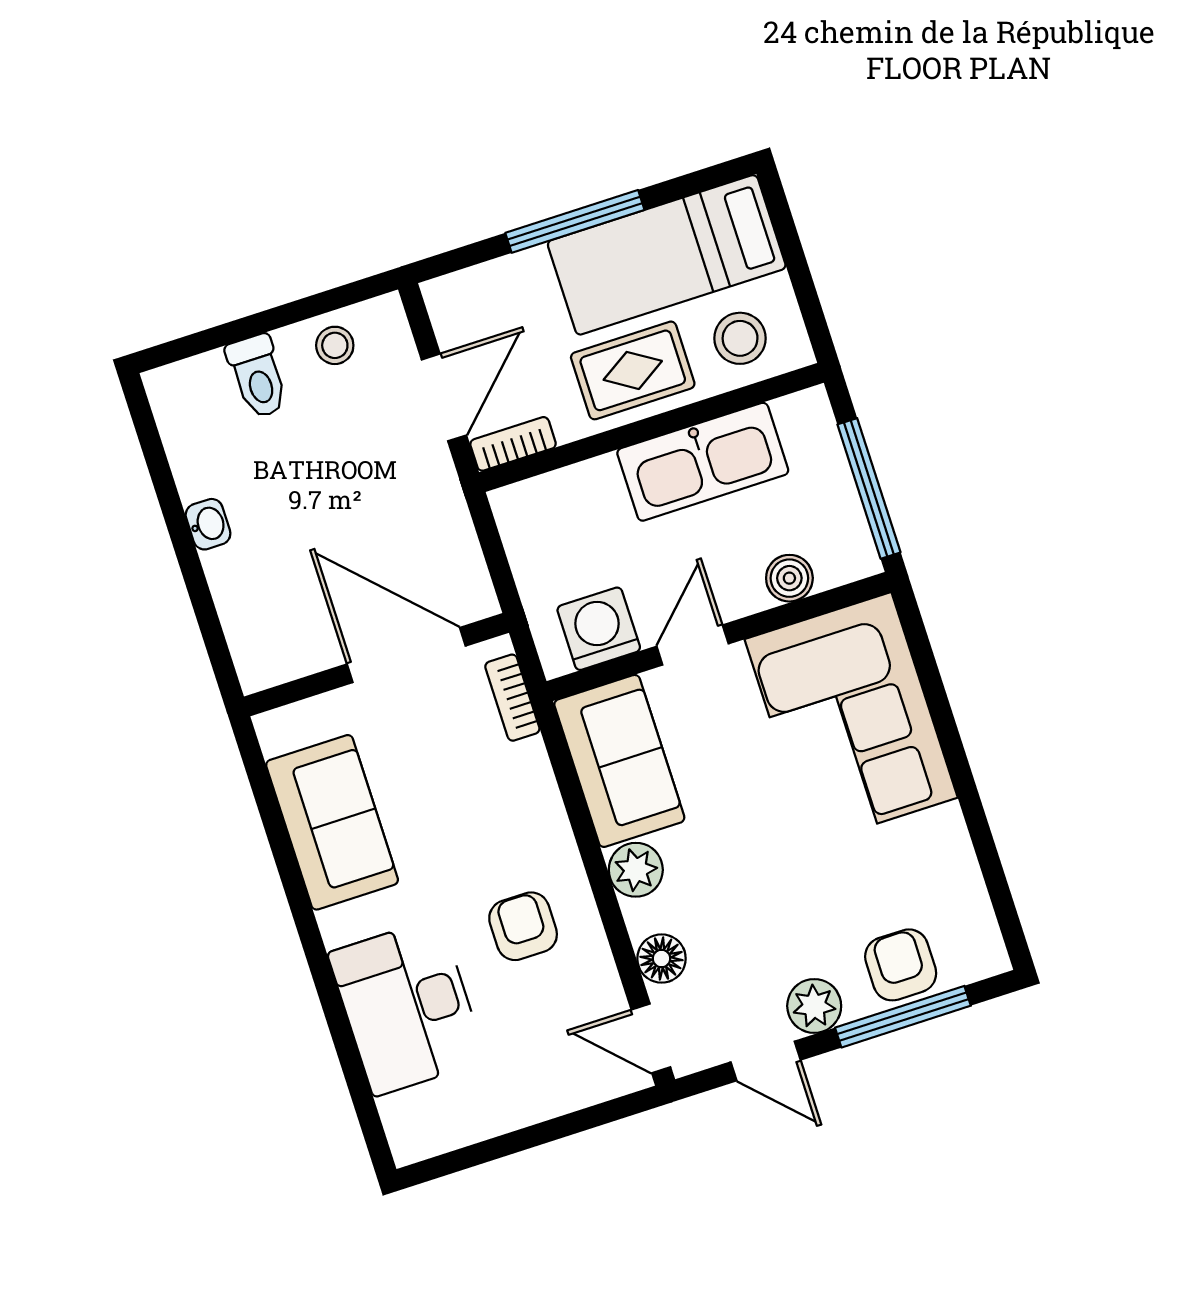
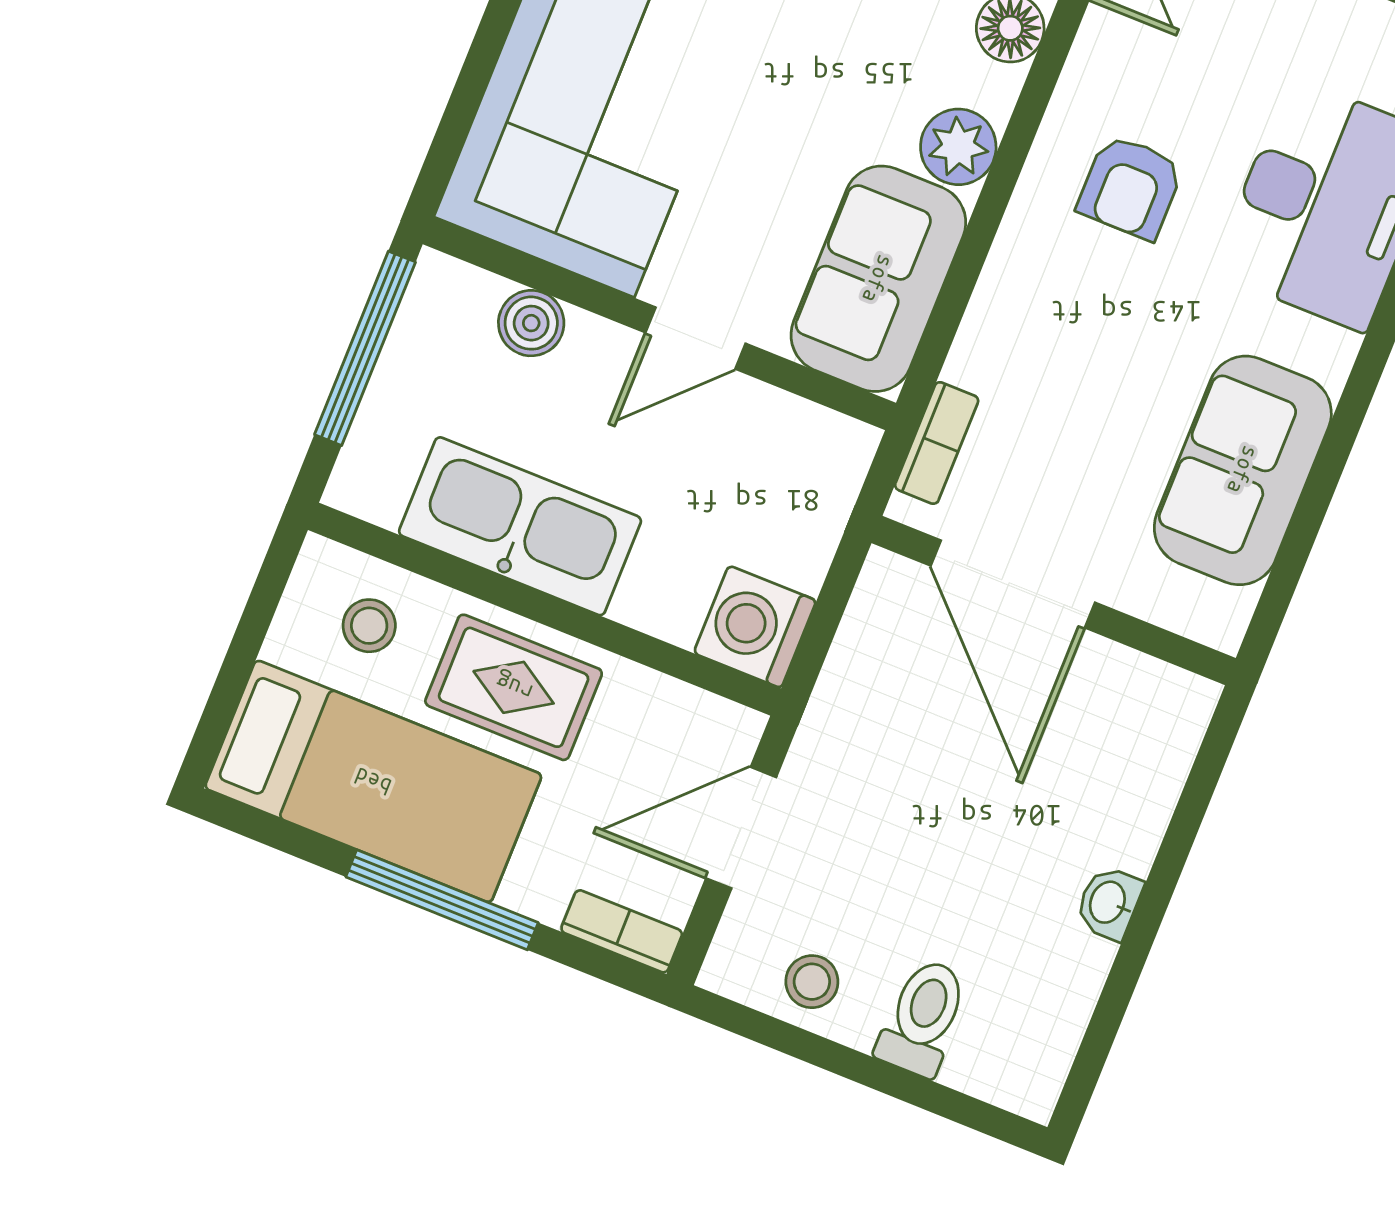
stool: (740, 338) -> (369, 626), width x0.73, depth x0.73
bookcase: (513, 444) -> (622, 931), moved, turned 180
washing machine: (599, 629) -> (755, 627), moved, turned 90

